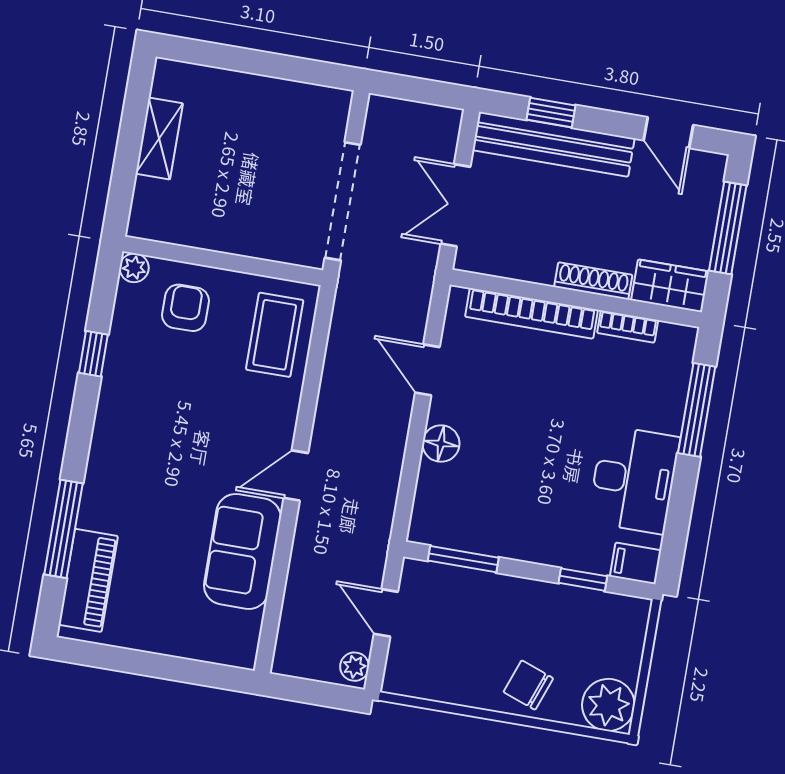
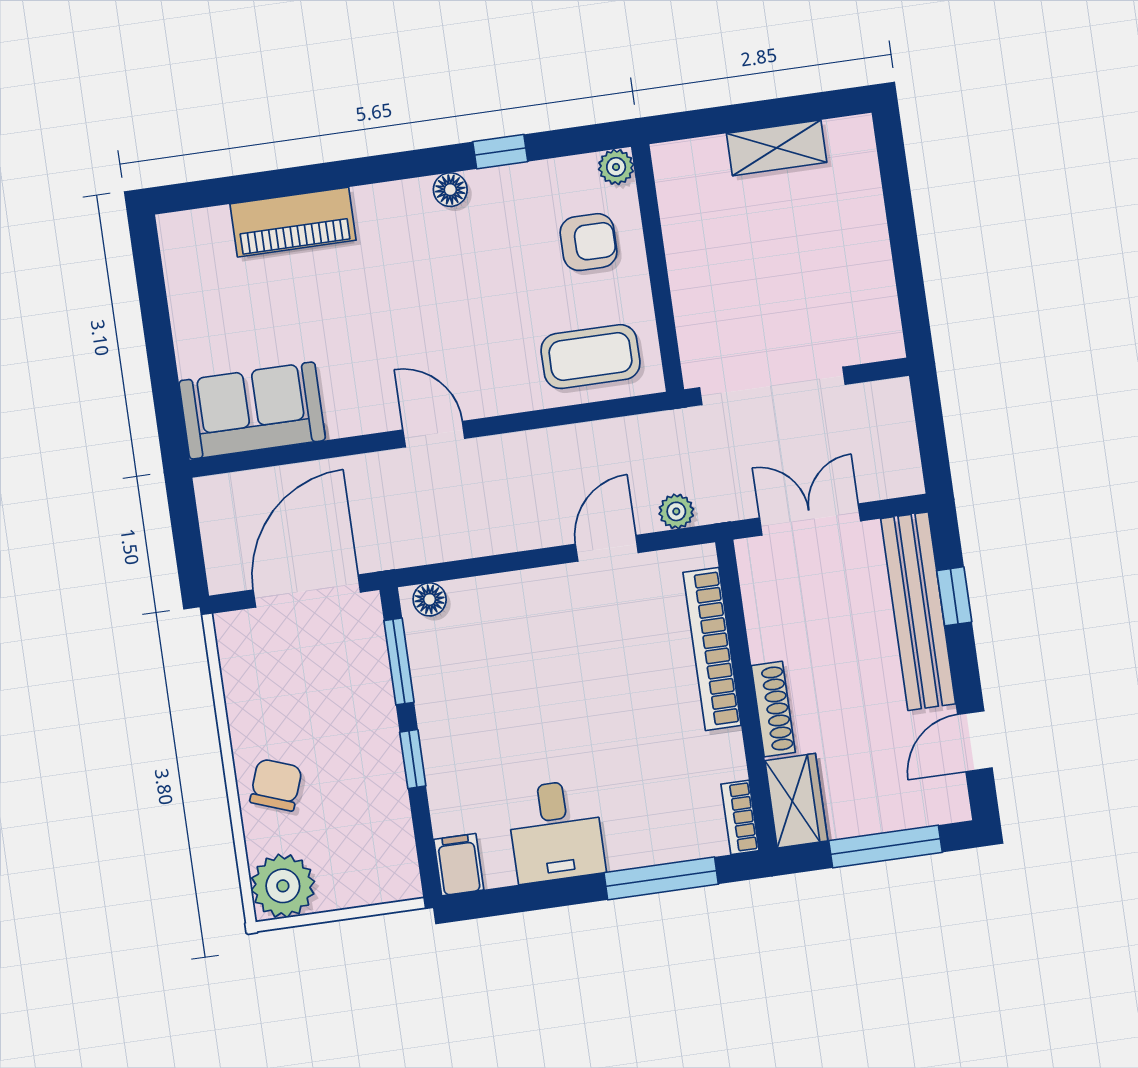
bookcase: (628, 327) -> (740, 817), moved
floor lamp: (110, 402) -> (450, 190), added
floor lamp: (441, 444) -> (430, 599), moved, width x0.73, depth x0.73
desk: (634, 480) -> (556, 831), width x0.73
window: (63, 529) -> (284, 182), removed
sofa: (242, 551) -> (252, 411), moved
piano: (88, 580) -> (293, 222), moved
window: (583, 580) -> (413, 759), moved
door: (386, 613) -> (307, 591), width x1.88
plant: (355, 667) -> (676, 511), moved

